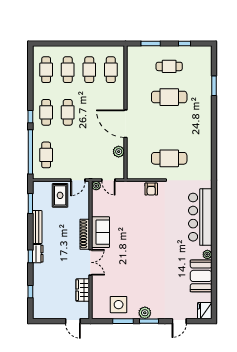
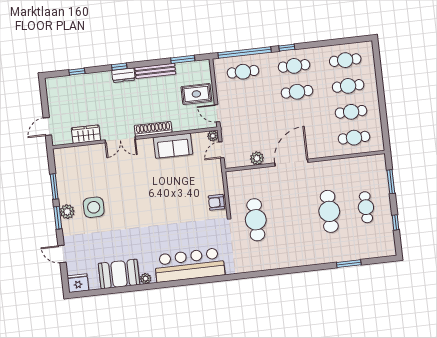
sofa: (101, 232) -> (173, 146), moved
side table: (119, 305) -> (94, 207), moved

